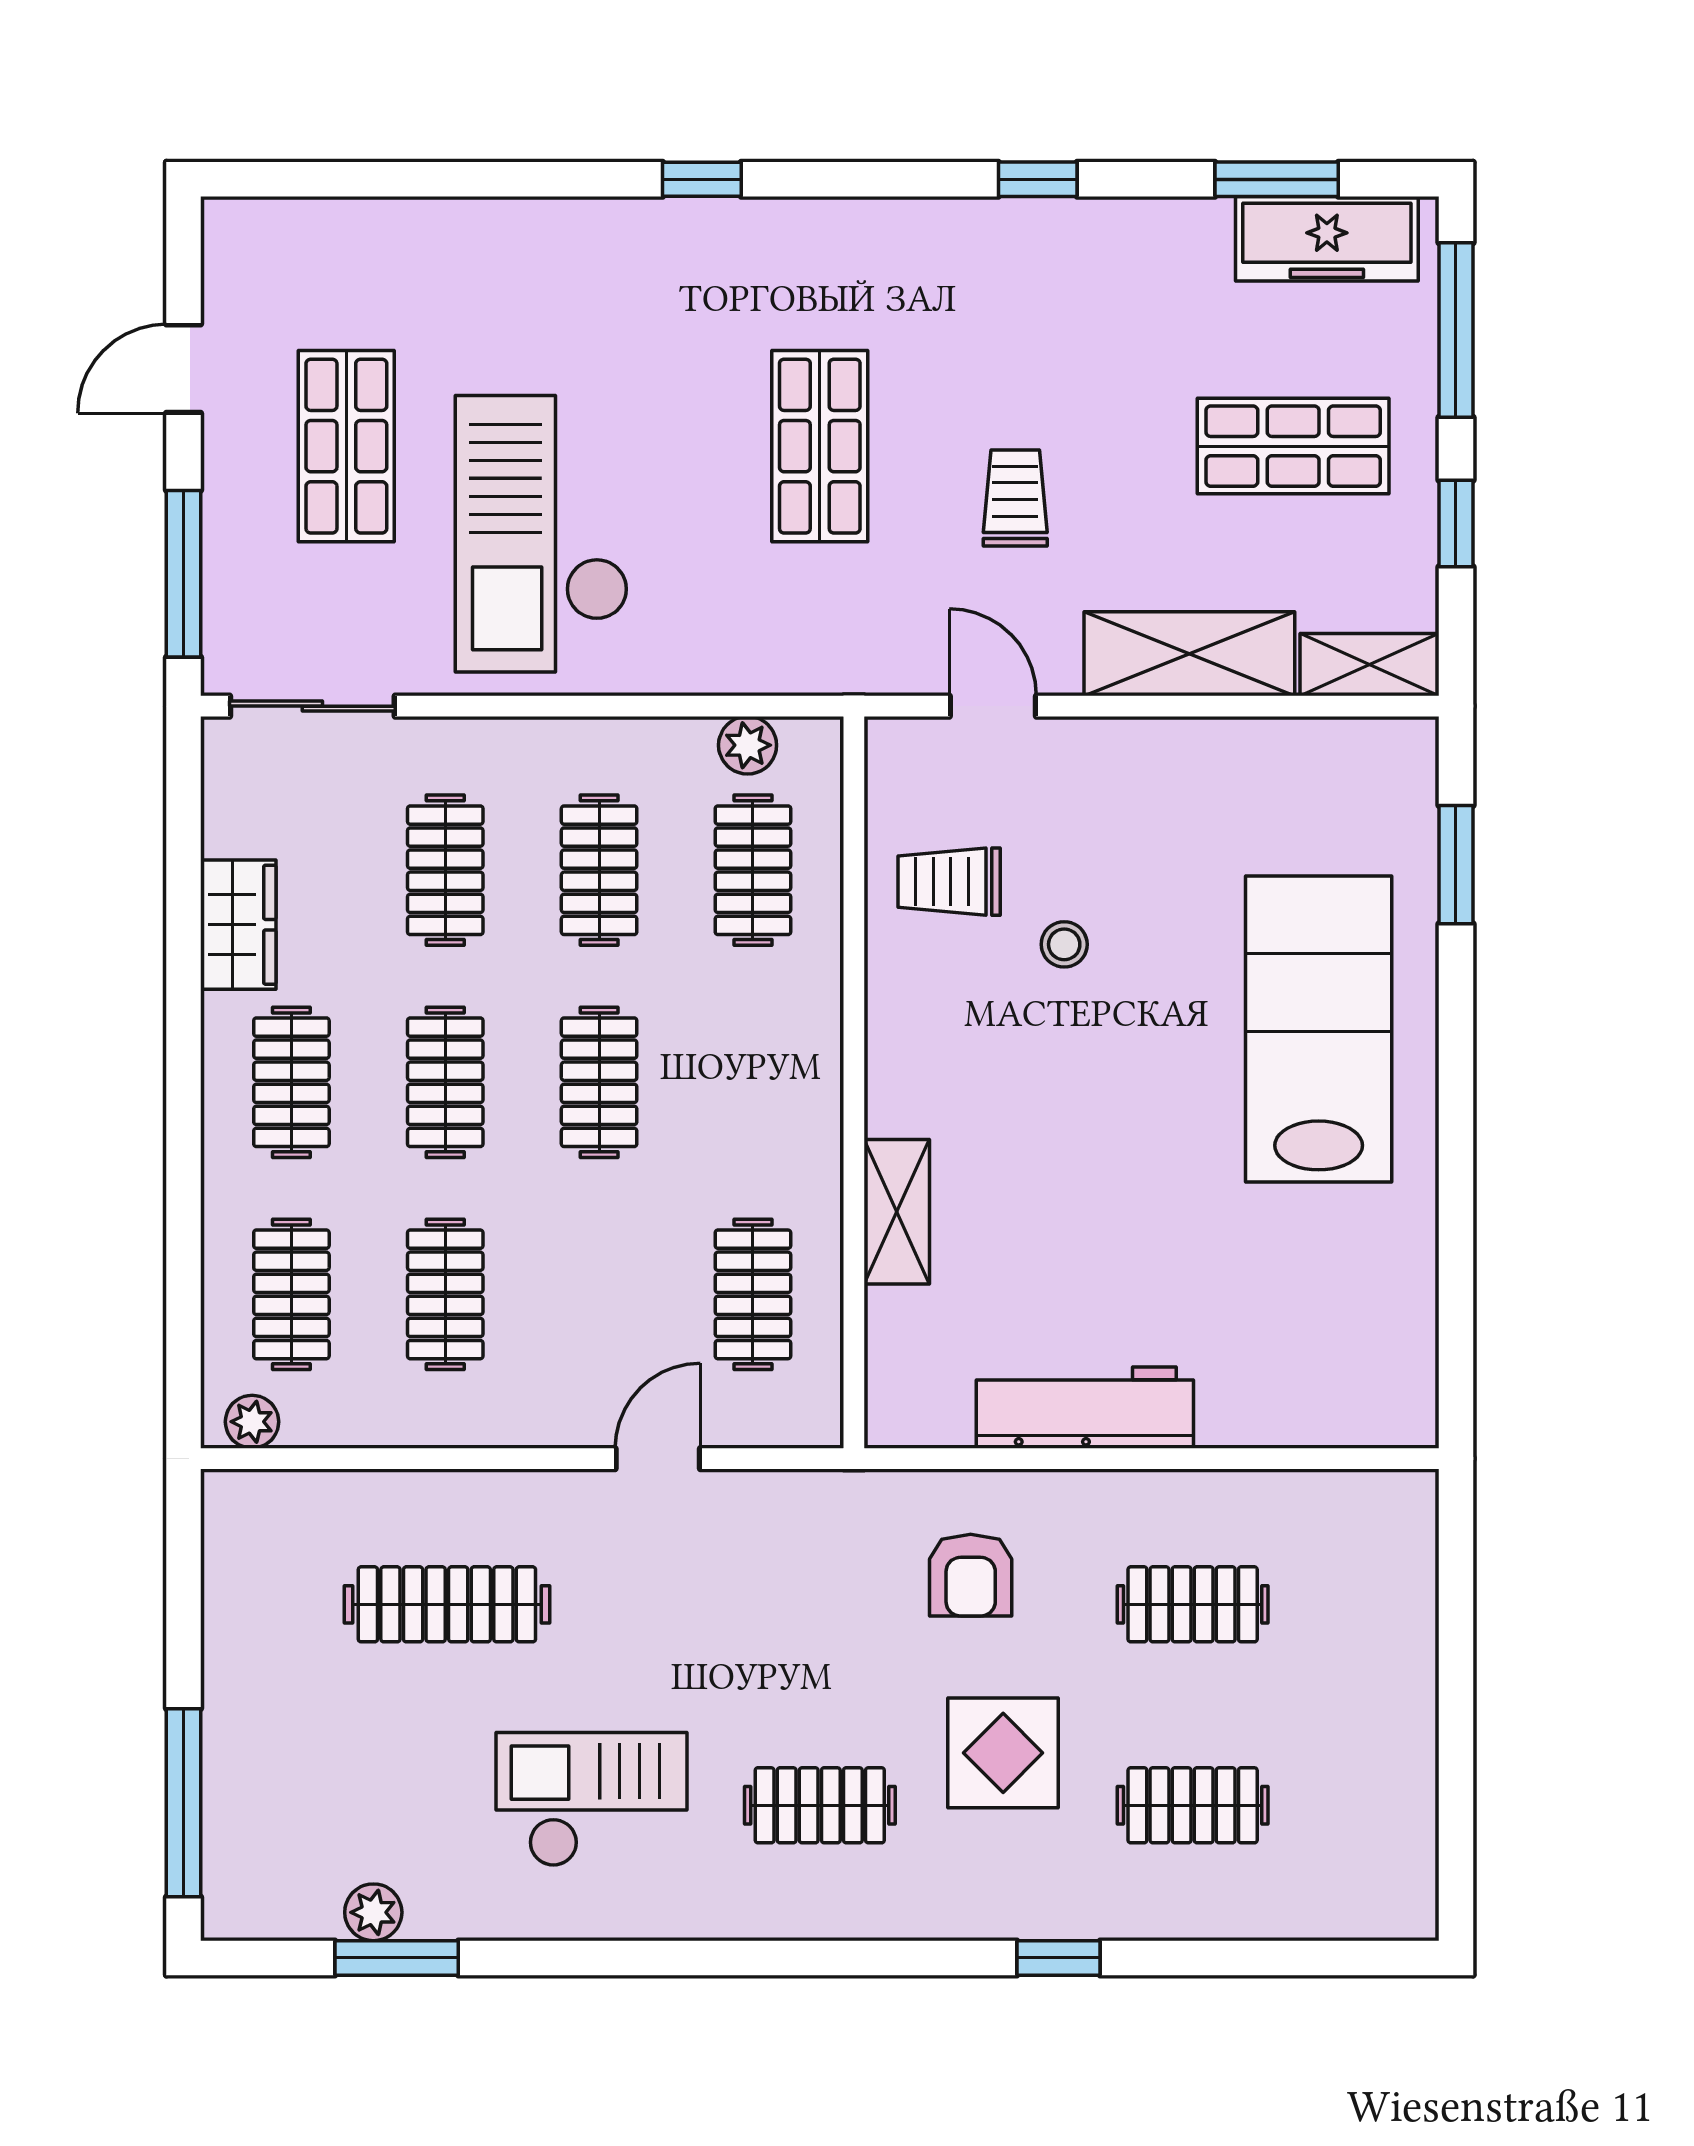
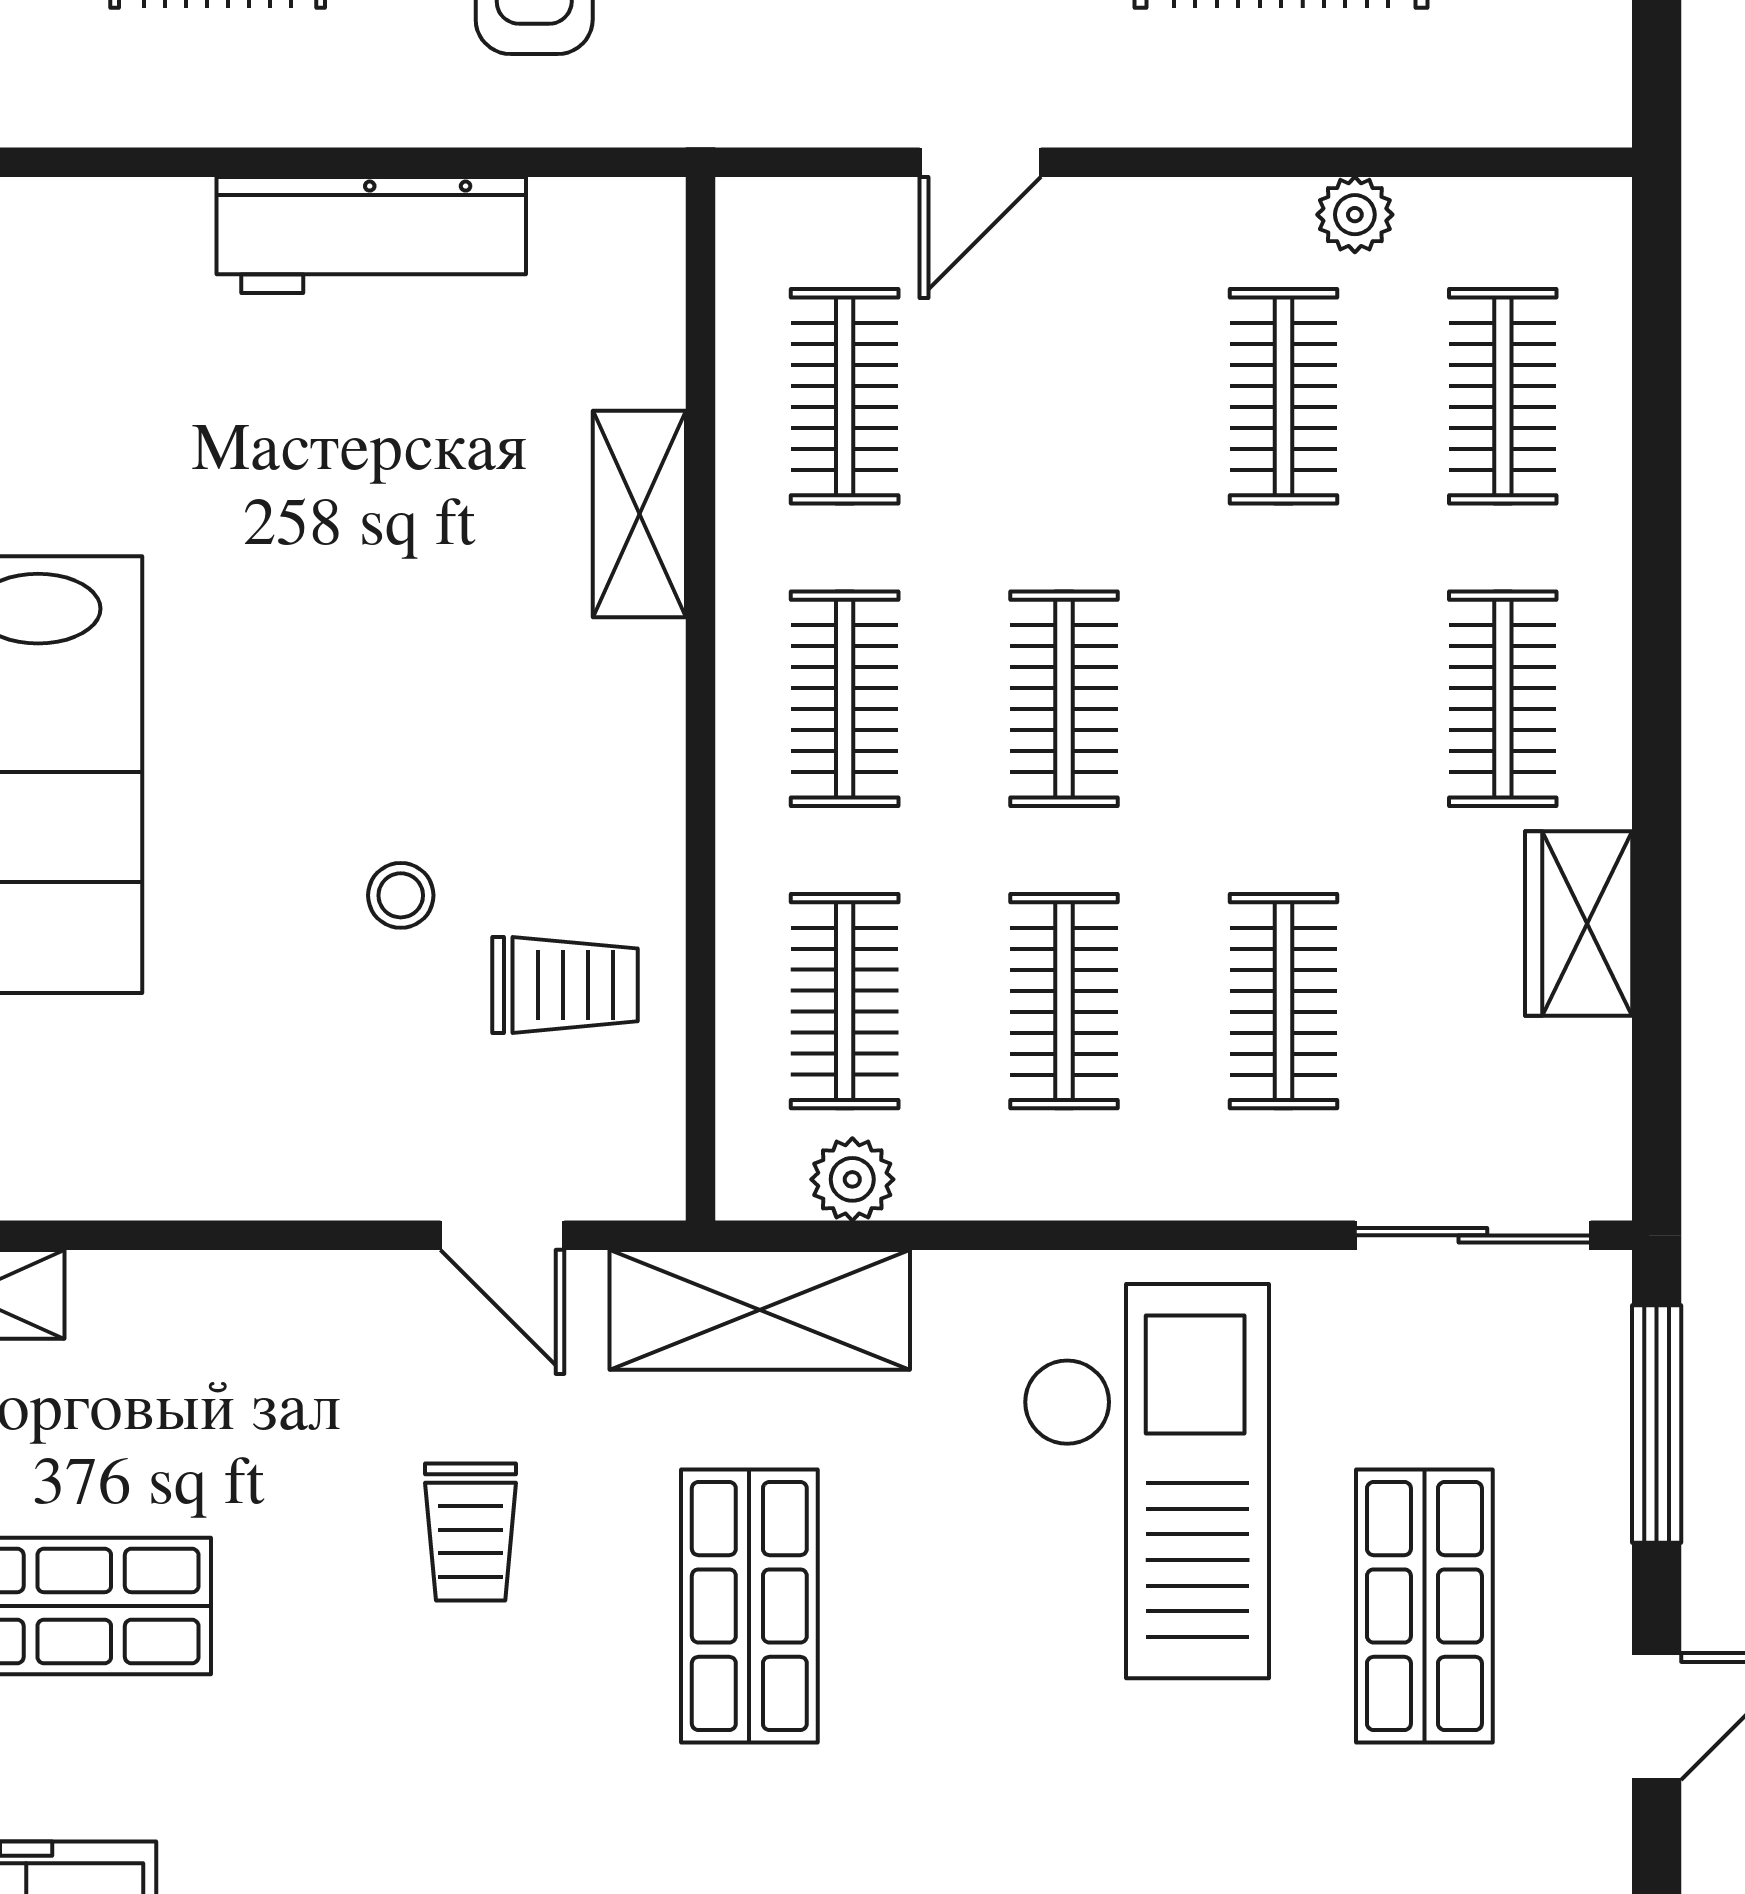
shelving: (1189, 654) -> (760, 1310), moved
clothes rail: (445, 1082) -> (845, 699), moved
plant: (252, 1422) -> (1355, 215), moved

